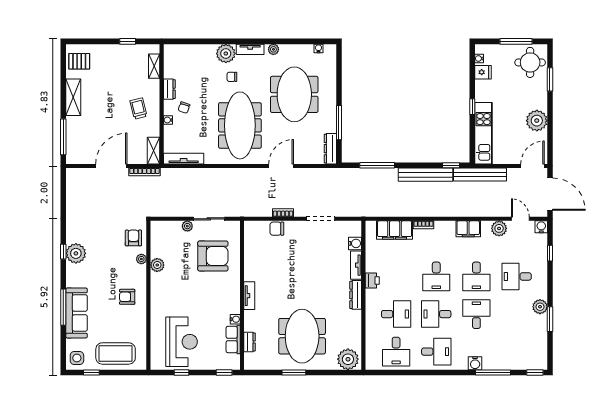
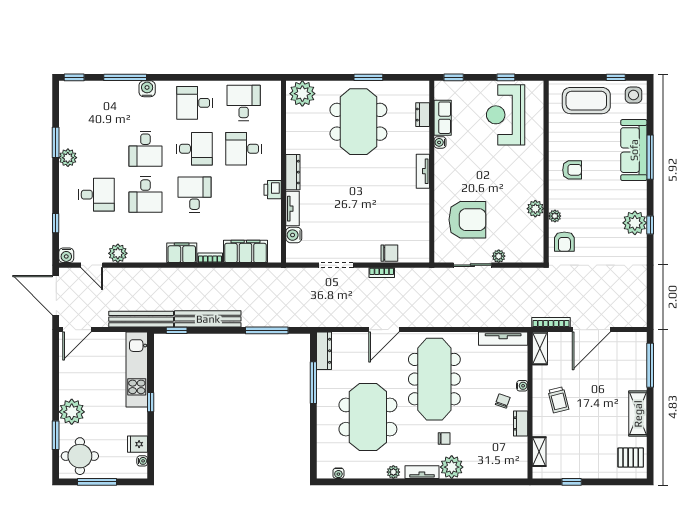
plant: (537, 121) -> (72, 412), moved
filing cabinet: (468, 229) -> (182, 253), moved
armchair: (213, 256) -> (467, 220), turned 180
desk: (476, 276) -> (145, 195), turned 180

